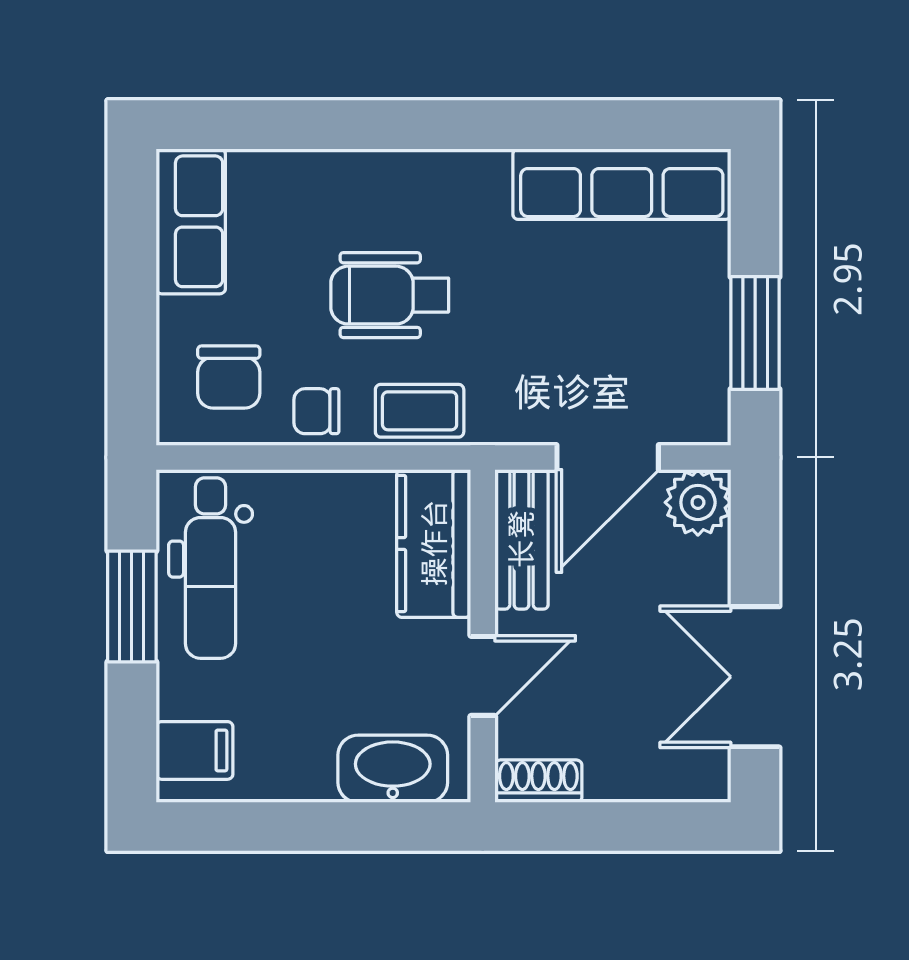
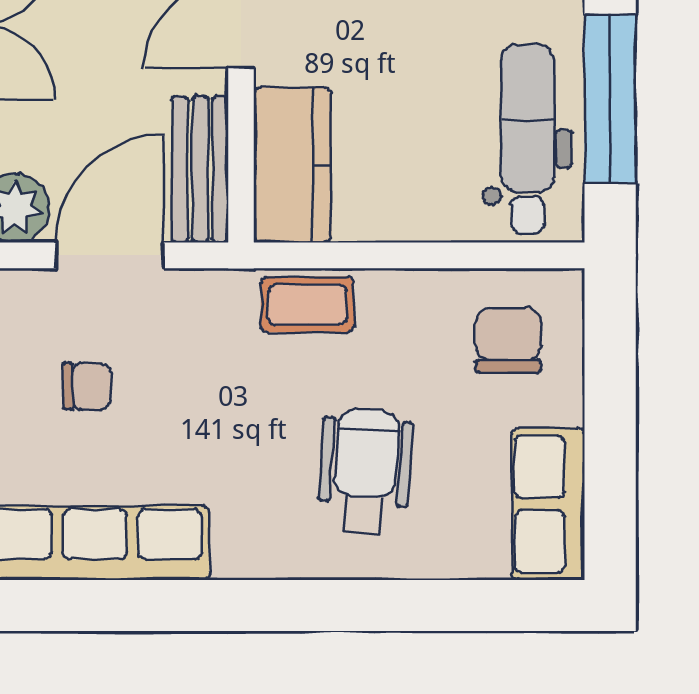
wheelchair: (390, 295) -> (366, 472), moved, turned -86
chair: (316, 411) -> (87, 386), moved
window: (132, 606) -> (610, 99), width x1.44

